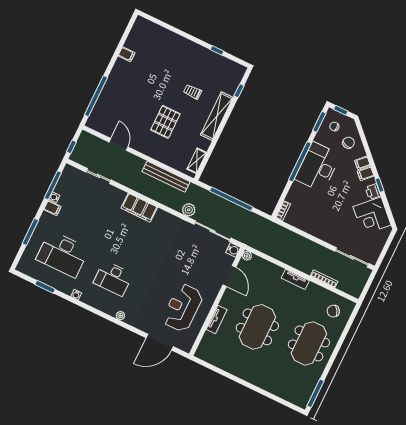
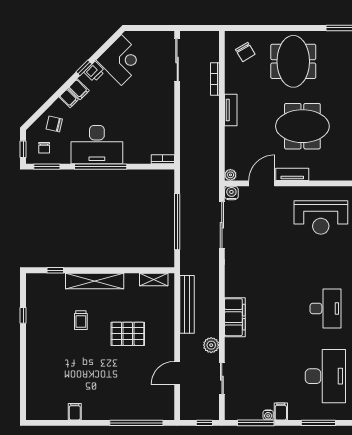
plant: (189, 210) -> (211, 345), moved
tv unit: (217, 319) -> (292, 174), moved
meeting table: (309, 343) -> (293, 61), turned 90

